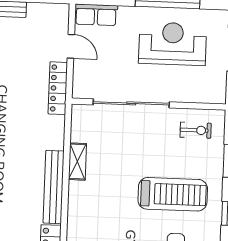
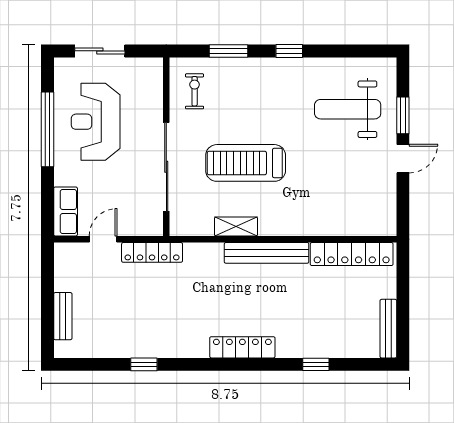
treadmill: (173, 194) -> (246, 163), moved, turned -90

